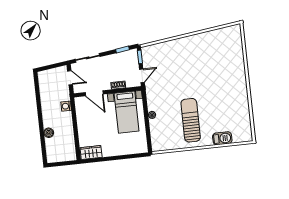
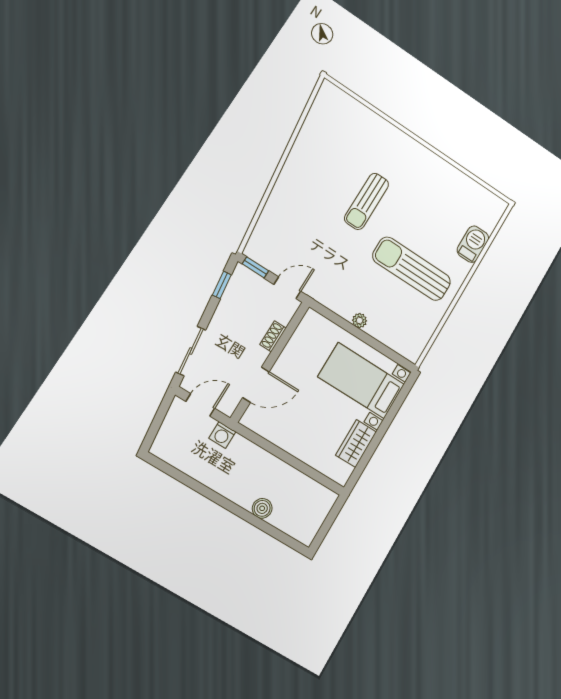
door: (142, 76) -> (287, 288), hinge flipped
sun lounger: (203, 80) -> (367, 201), added
washing machine: (66, 106) -> (222, 435), moved
bed with nightstands: (127, 112) -> (361, 381), moved, turned 180
wardrobe: (91, 152) -> (356, 443), moved

